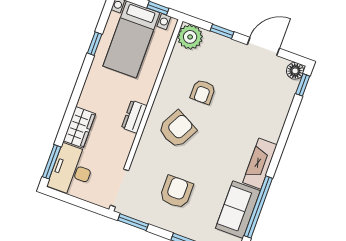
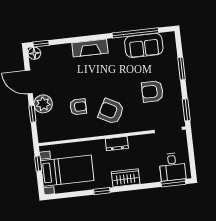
plant: (190, 37) -> (43, 104), moved
window: (95, 44) -> (102, 191), moved
wardrobe: (79, 127) -> (126, 178), moved
fireplace: (260, 164) -> (90, 48), moved
desk: (72, 170) -> (172, 167), width x0.73

